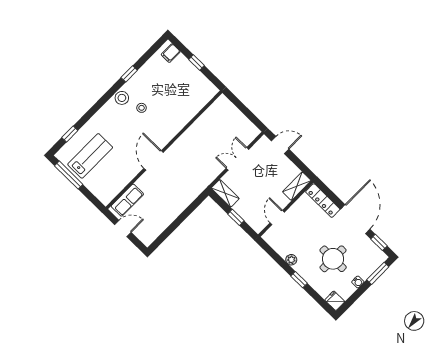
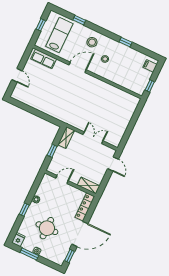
stool: (122, 98) -> (92, 42), moved
window: (70, 134) -> (79, 20), moved
wall: (164, 150) -> (87, 72), moved
lab bench: (90, 156) -> (59, 35), turned -90
door: (154, 160) -> (78, 67), moved
window: (69, 175) -> (41, 25), width x0.46
row of seats: (127, 200) -> (44, 59), moved
window: (378, 273) -> (29, 254), moved

